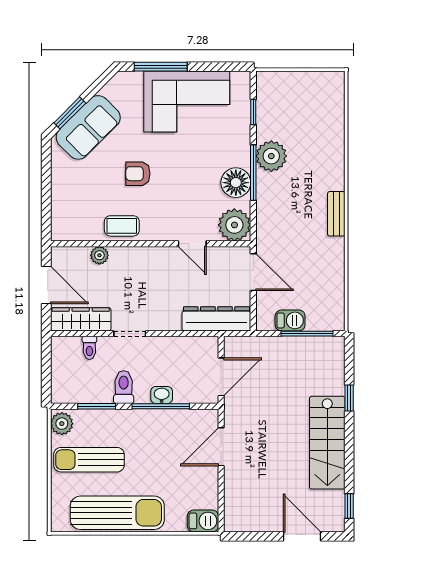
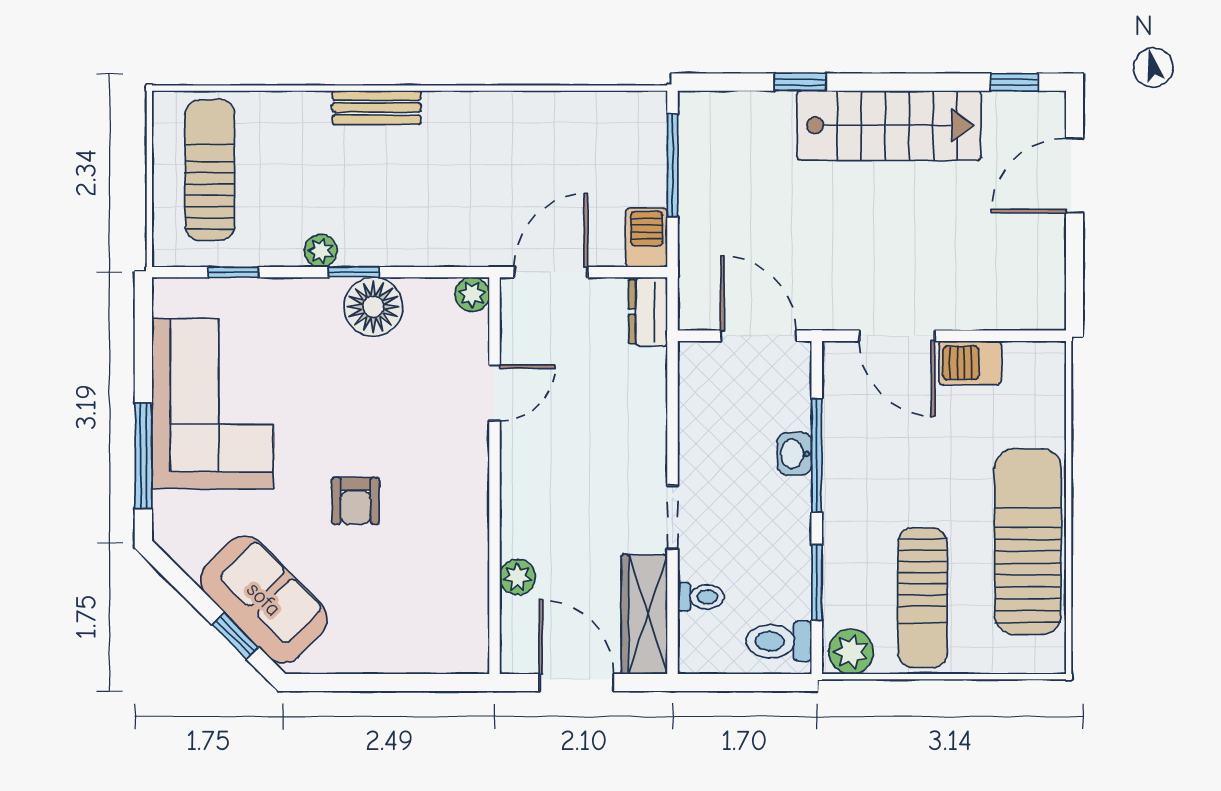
sun lounger: (305, 100) -> (210, 170), added
window: (70, 113) -> (235, 636), width x0.67
plant: (271, 156) -> (321, 251), width x0.53, depth x0.53
window: (253, 173) -> (354, 272), width x0.46
bench: (336, 214) -> (377, 108), moved
plant: (234, 225) -> (472, 294), width x0.53, depth x0.53
coffee table: (122, 226) -> (459, 533), removed
door: (46, 285) -> (576, 683), hinge flipped
dresser: (216, 319) -> (648, 312), width x0.51, depth x0.80
barbecue: (290, 320) -> (647, 238), moved
toilet: (124, 387) -> (779, 641), moved
barbecue: (203, 521) -> (970, 363), moved, turned -90

